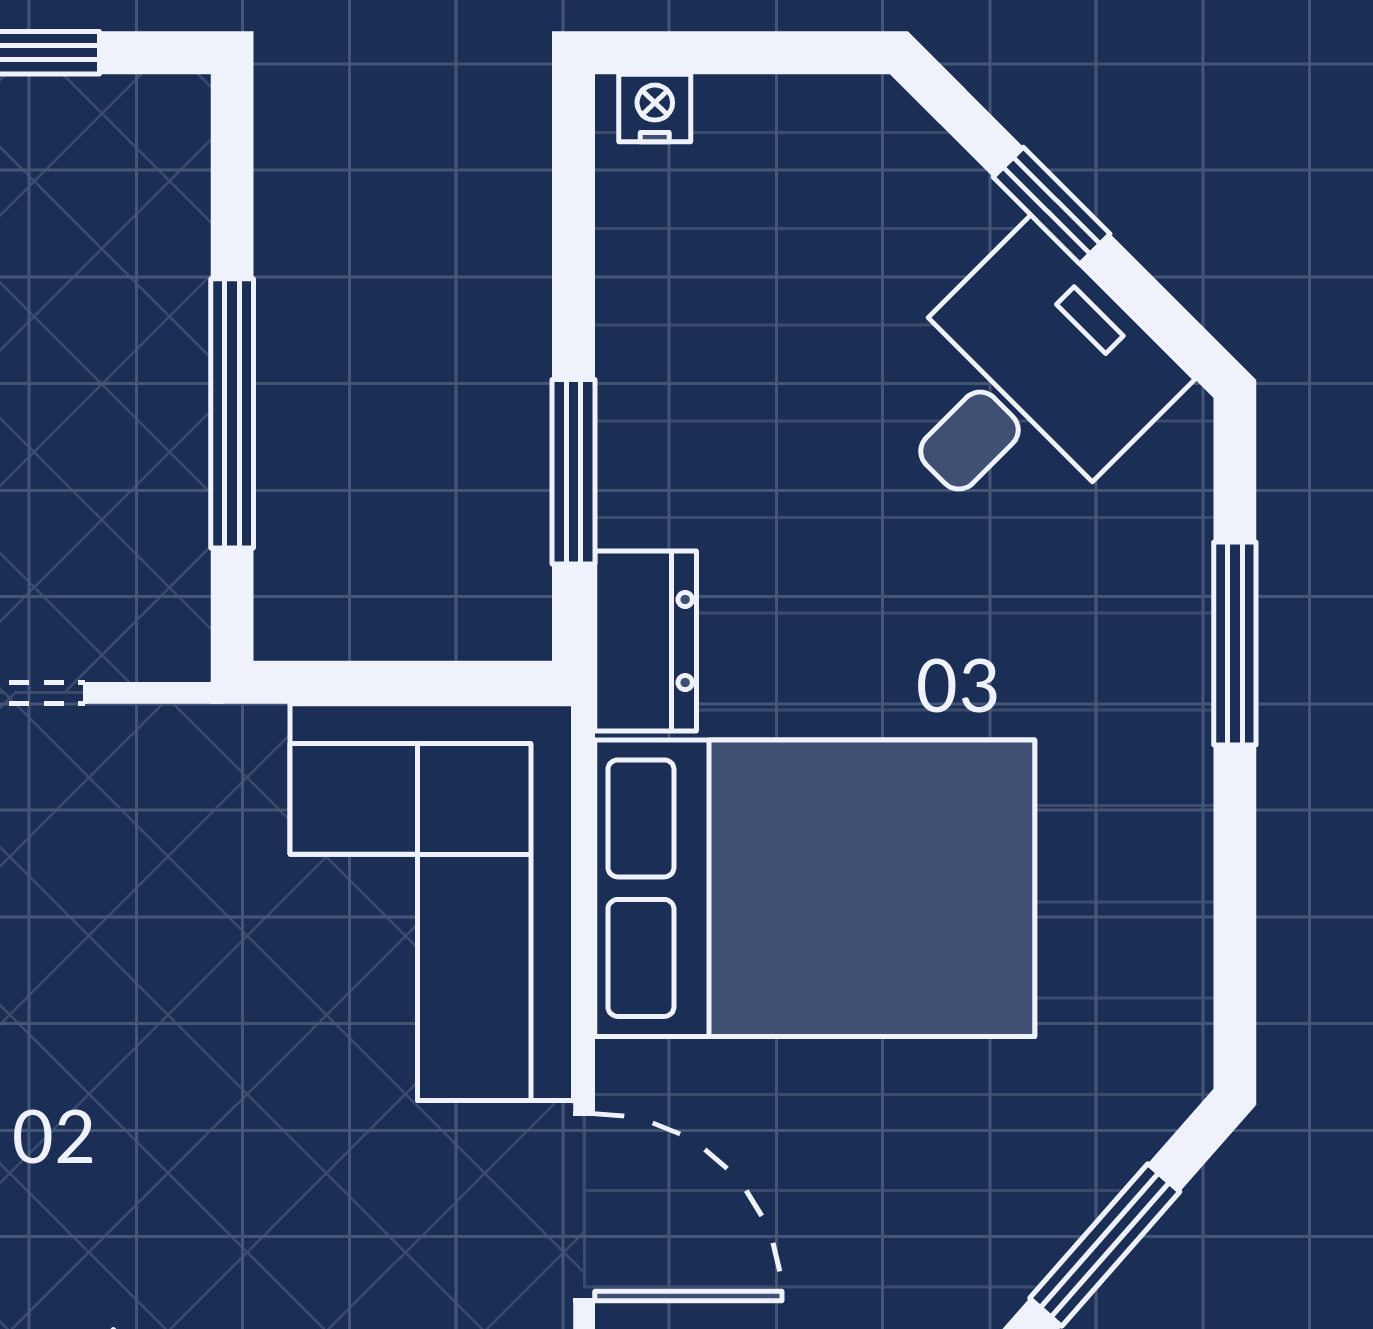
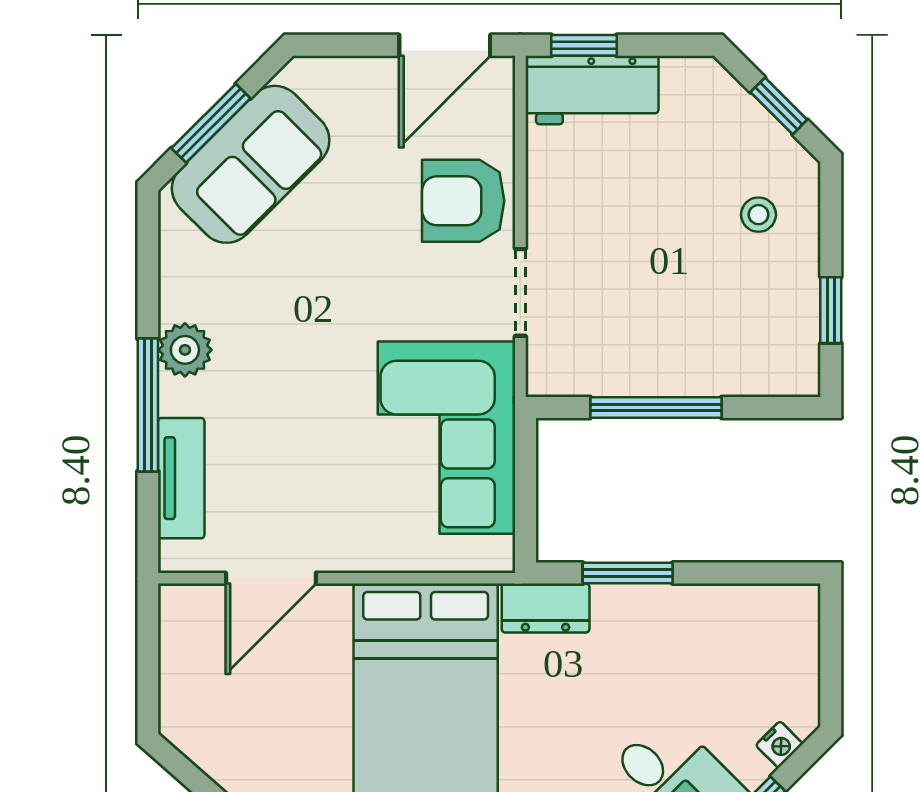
nightstand: (655, 108) -> (779, 745), moved, turned 45
corner sofa: (432, 902) -> (446, 438), moved, turned -90

